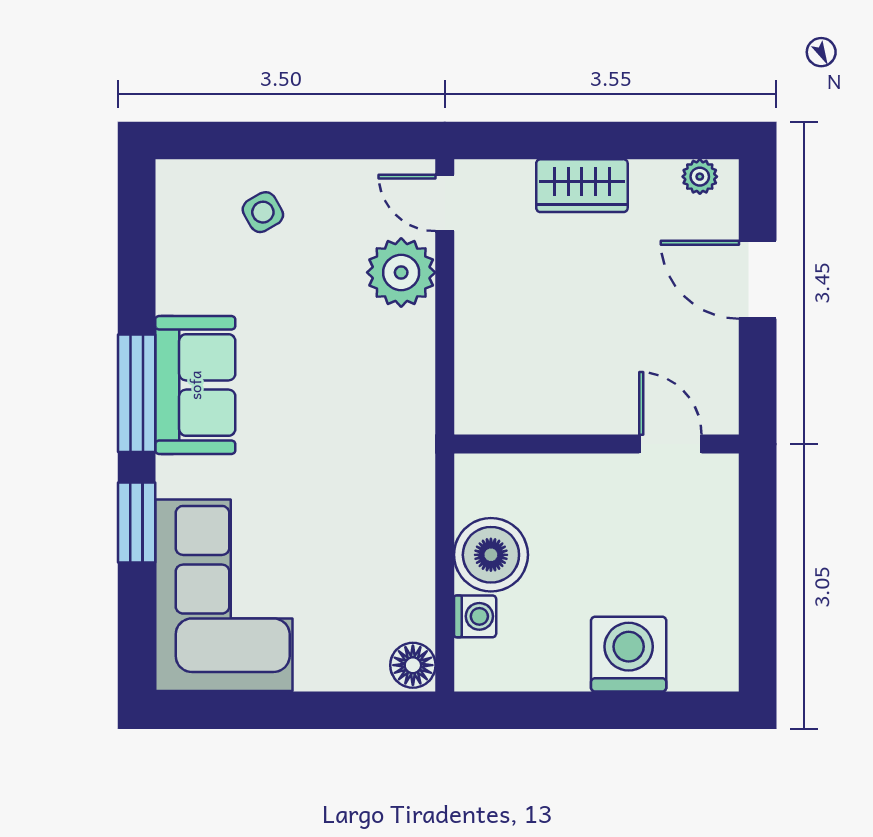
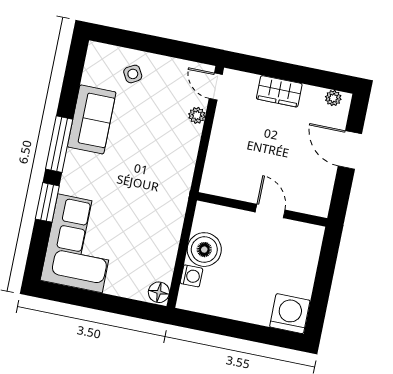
plant: (401, 272) -> (197, 115), width x0.53, depth x0.53
sofa: (195, 385) -> (92, 119), moved
door: (670, 444) -> (270, 211), moved
washing machine: (629, 654) -> (290, 314), moved

